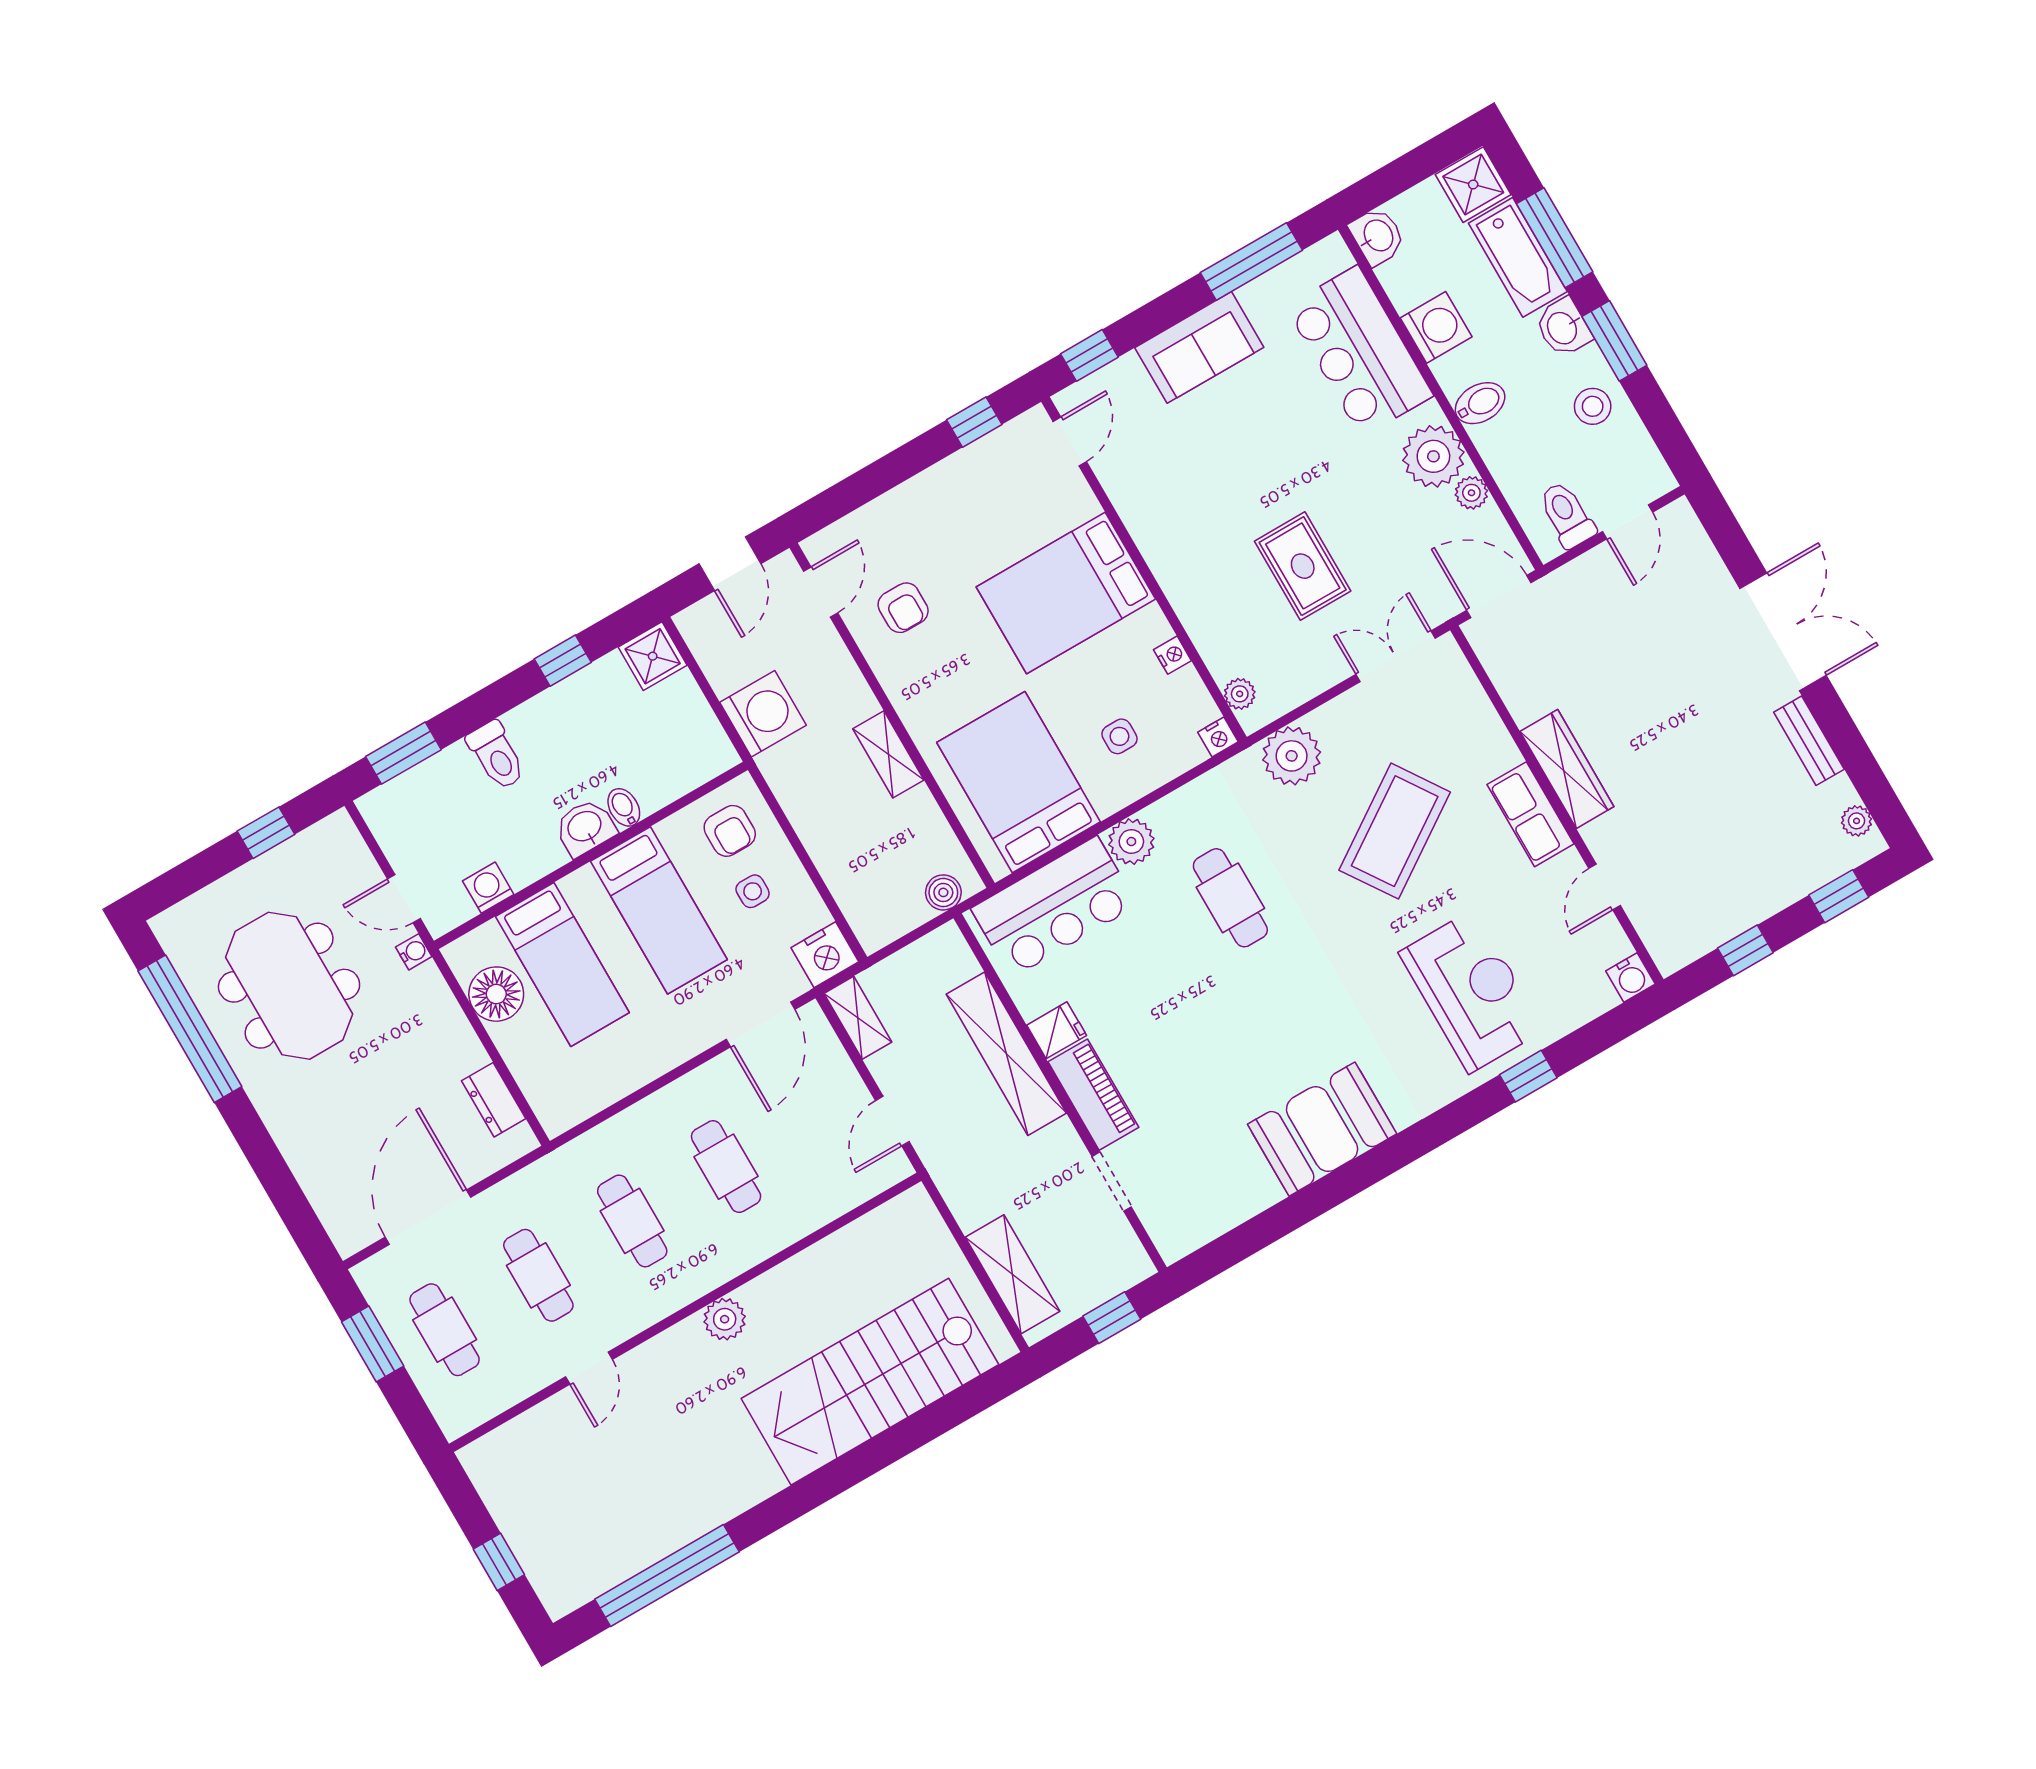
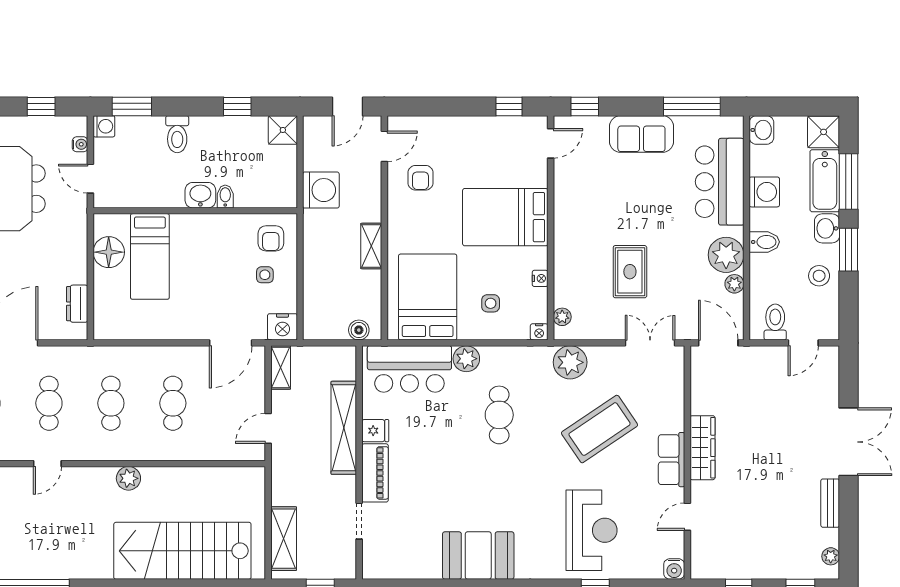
washing machine: (488, 888) -> (104, 126), moved, turned 90
bed: (659, 910) -> (213, 257), removed
water cooler: (414, 952) -> (80, 144), moved

